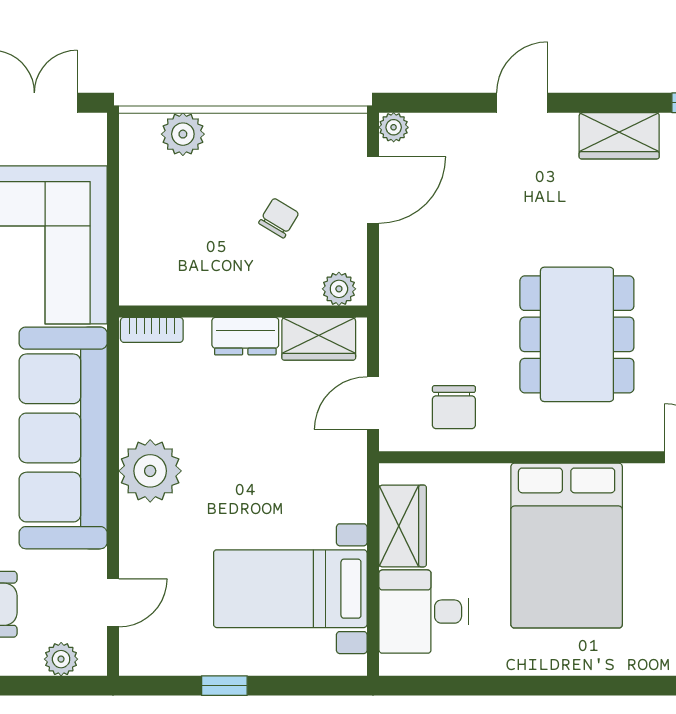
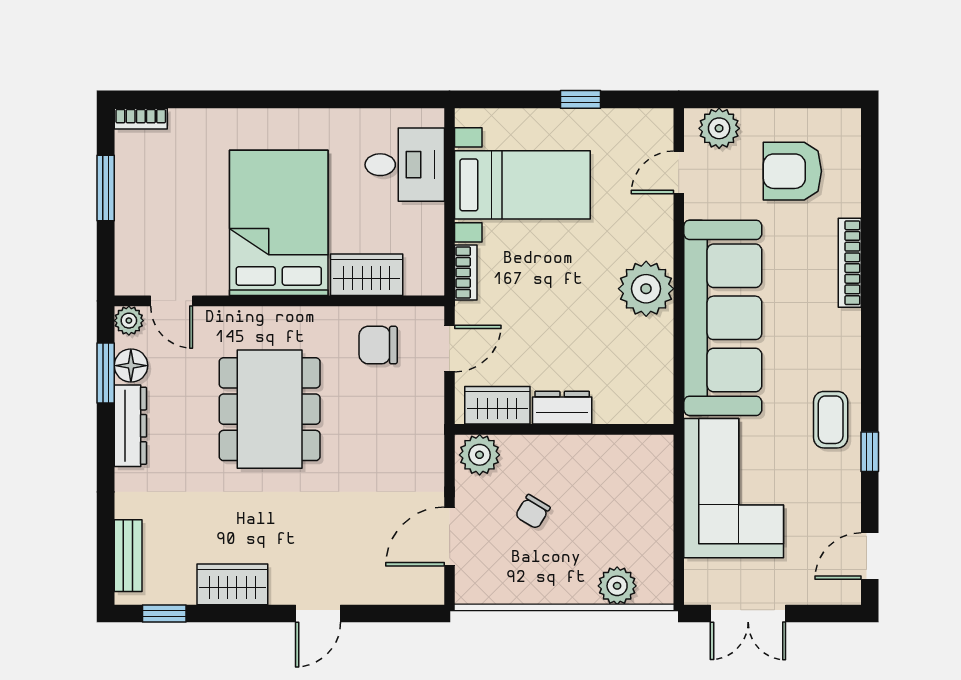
plant: (394, 127) -> (431, 592), removed
plant: (339, 289) -> (480, 455), width x1.38, depth x1.38
bookcase: (152, 330) -> (466, 273), moved, turned 90
chair: (454, 407) -> (378, 345), turned -90
wardrobe: (403, 526) -> (367, 275), moved, turned 90
plant: (61, 659) -> (719, 128), width x1.38, depth x1.38

